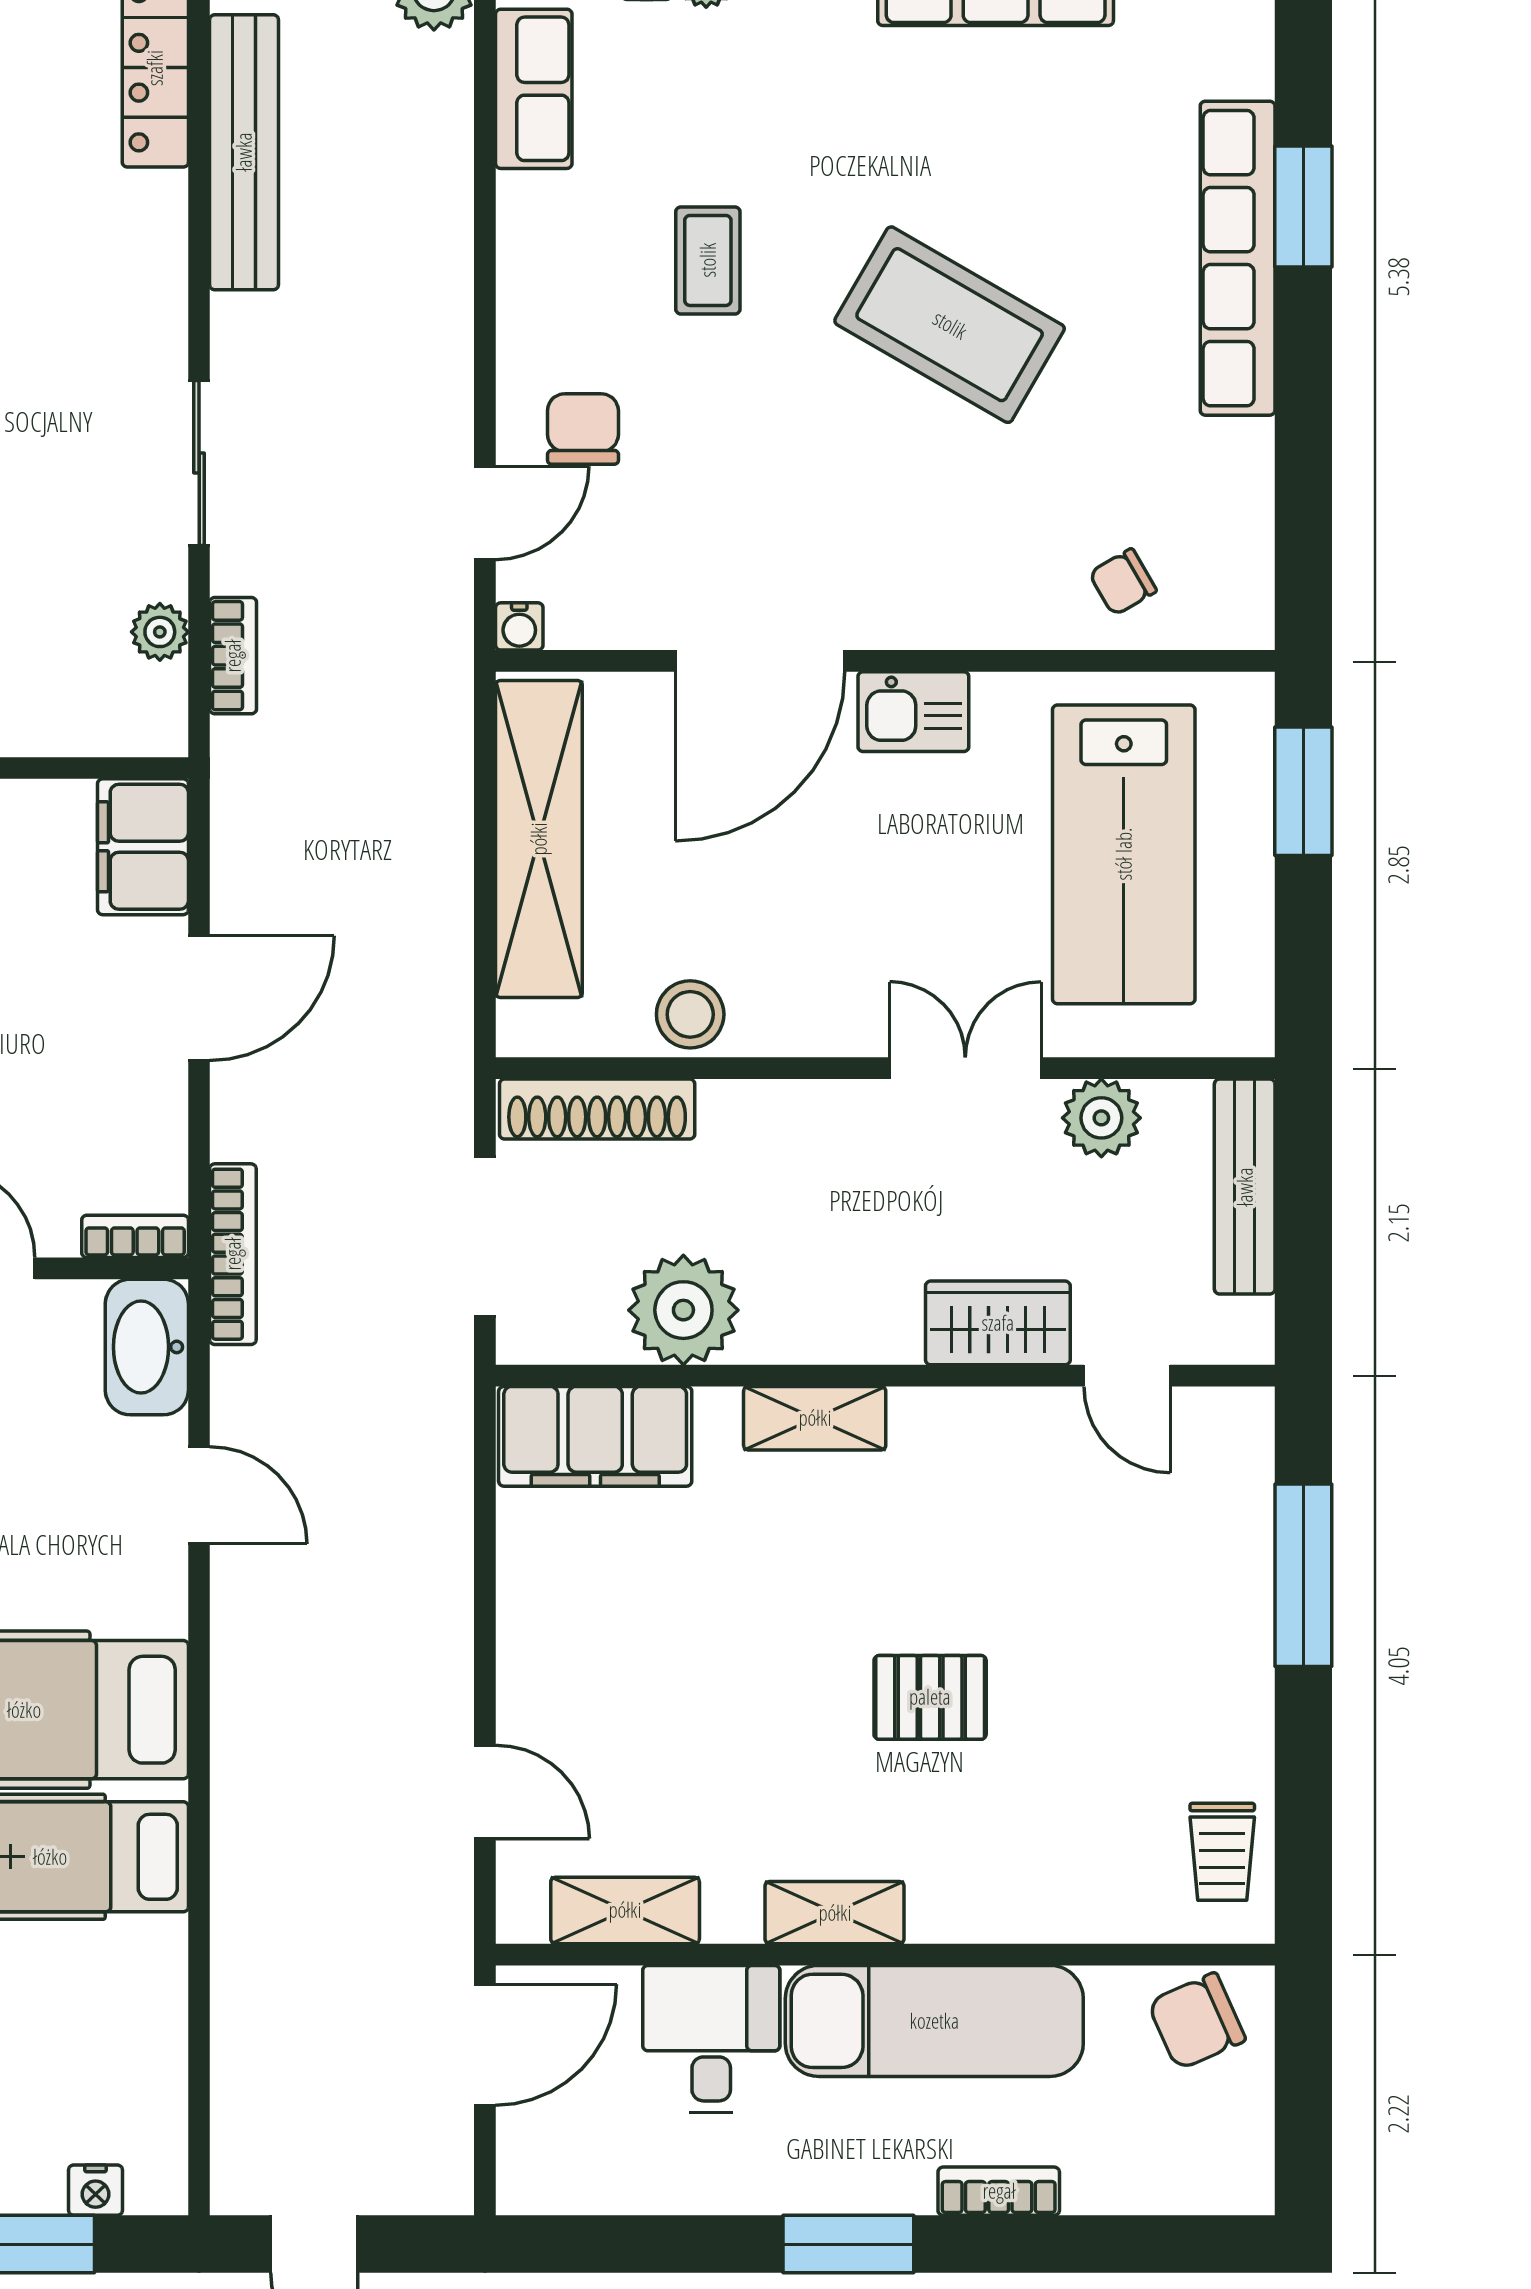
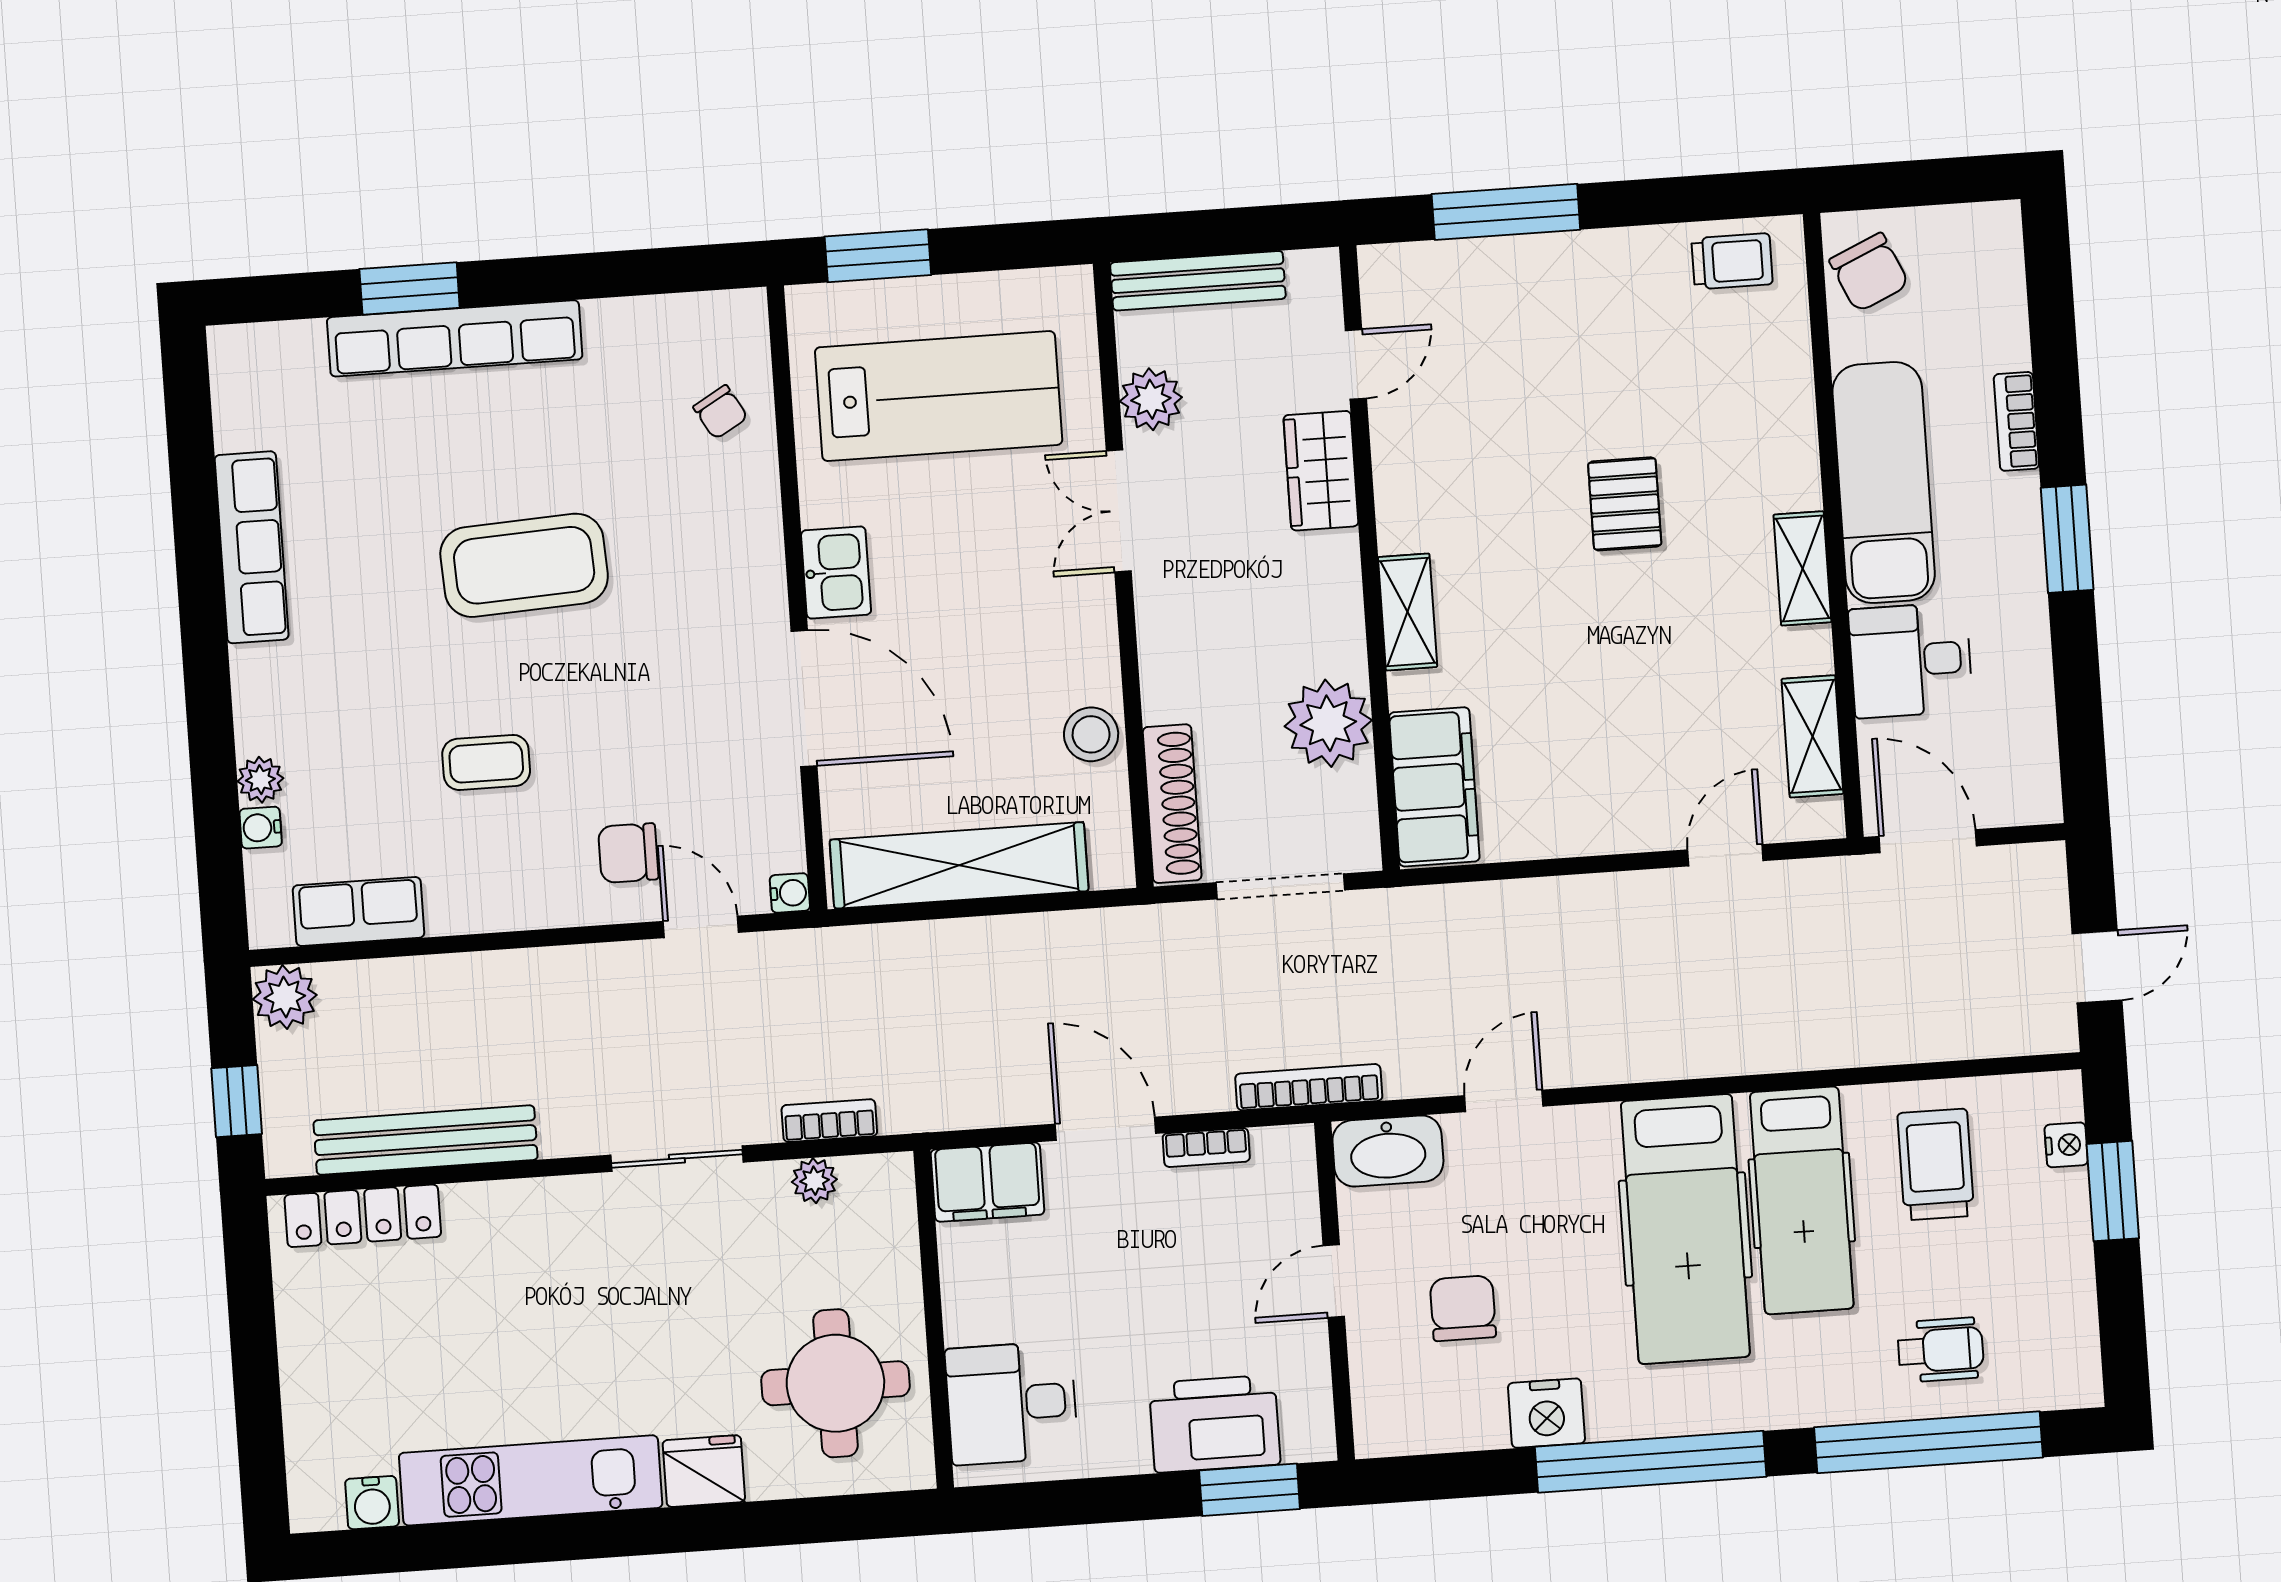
coffee table: (950, 325) -> (524, 565), turned 57
bookcase: (135, 1236) -> (1206, 1147), moved, turned -90
trolley: (83, 2026) -> (1936, 1164), added

